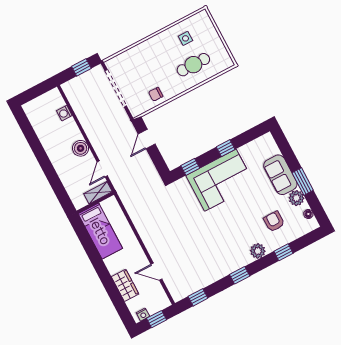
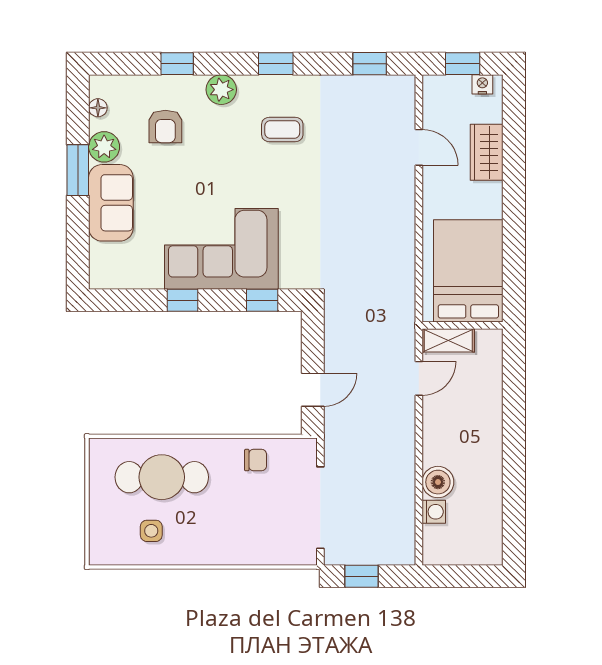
cafe table: (193, 65) -> (162, 477), width x1.37, depth x1.35
boiler: (81, 148) -> (438, 482), moved
bed: (100, 231) -> (468, 271), width x1.50
coffee table: (221, 248) -> (282, 129), added

